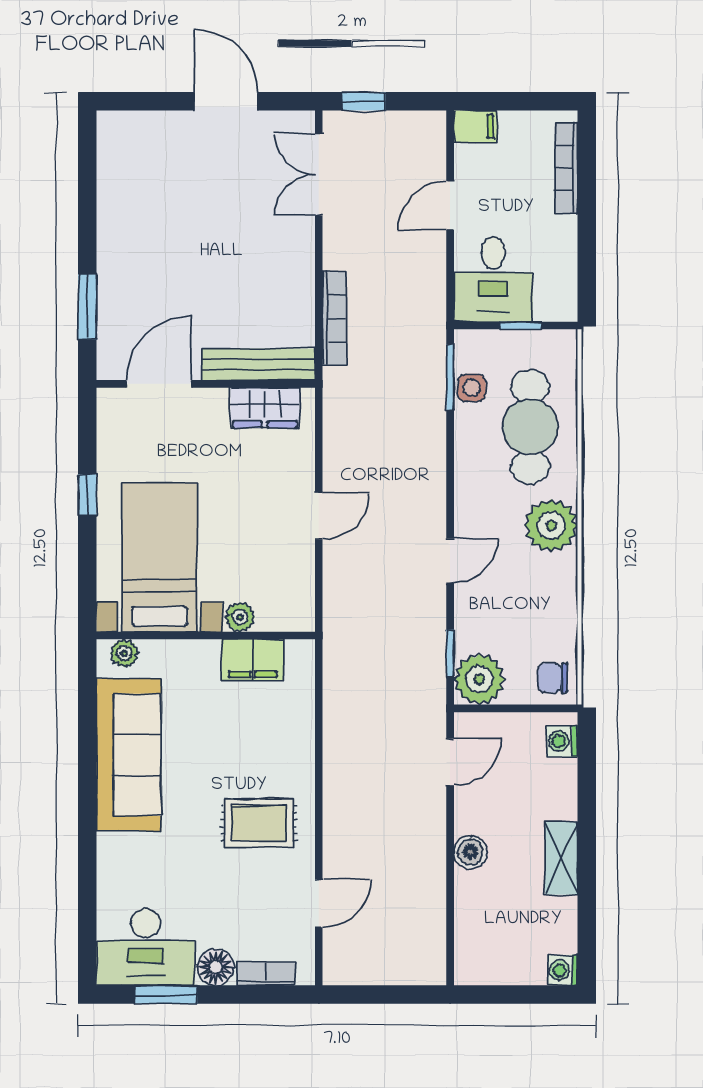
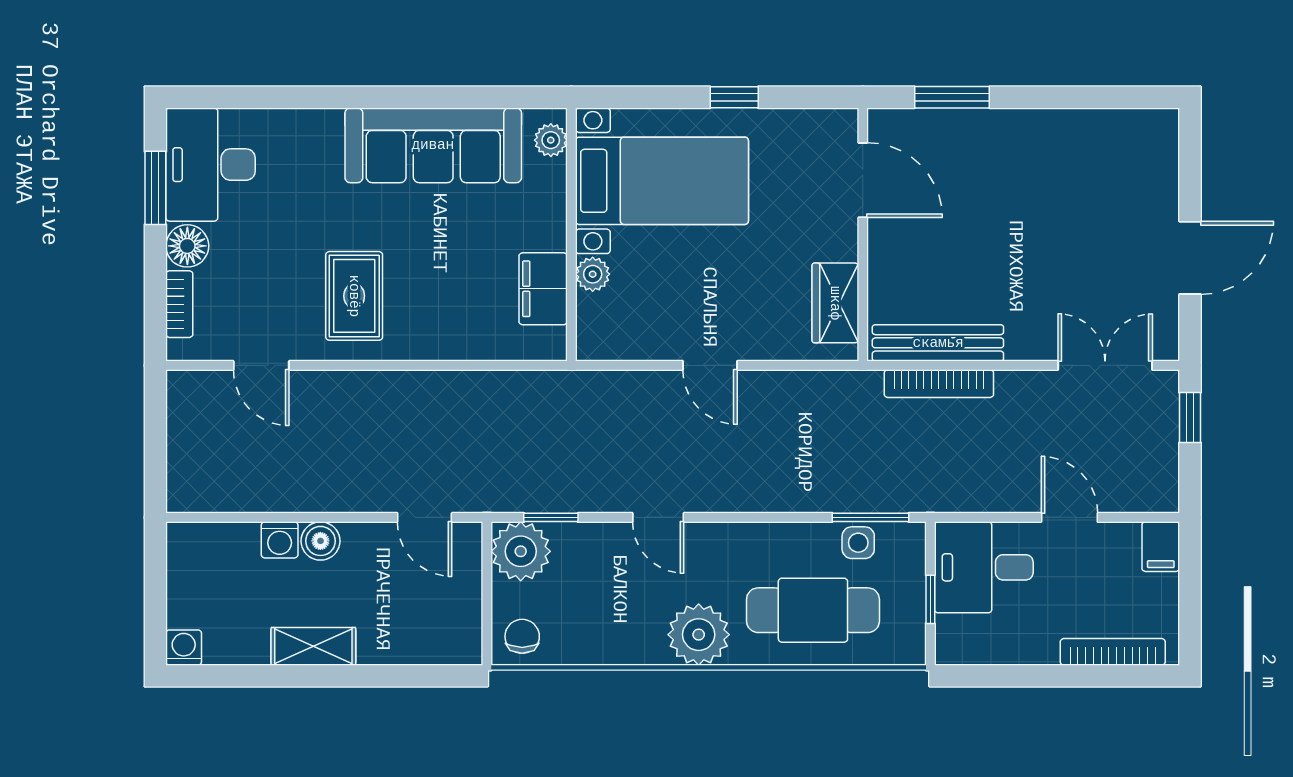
bench: (259, 364) -> (938, 343), moved, turned 90
washing machine: (562, 741) -> (280, 540), moved, turned 180

